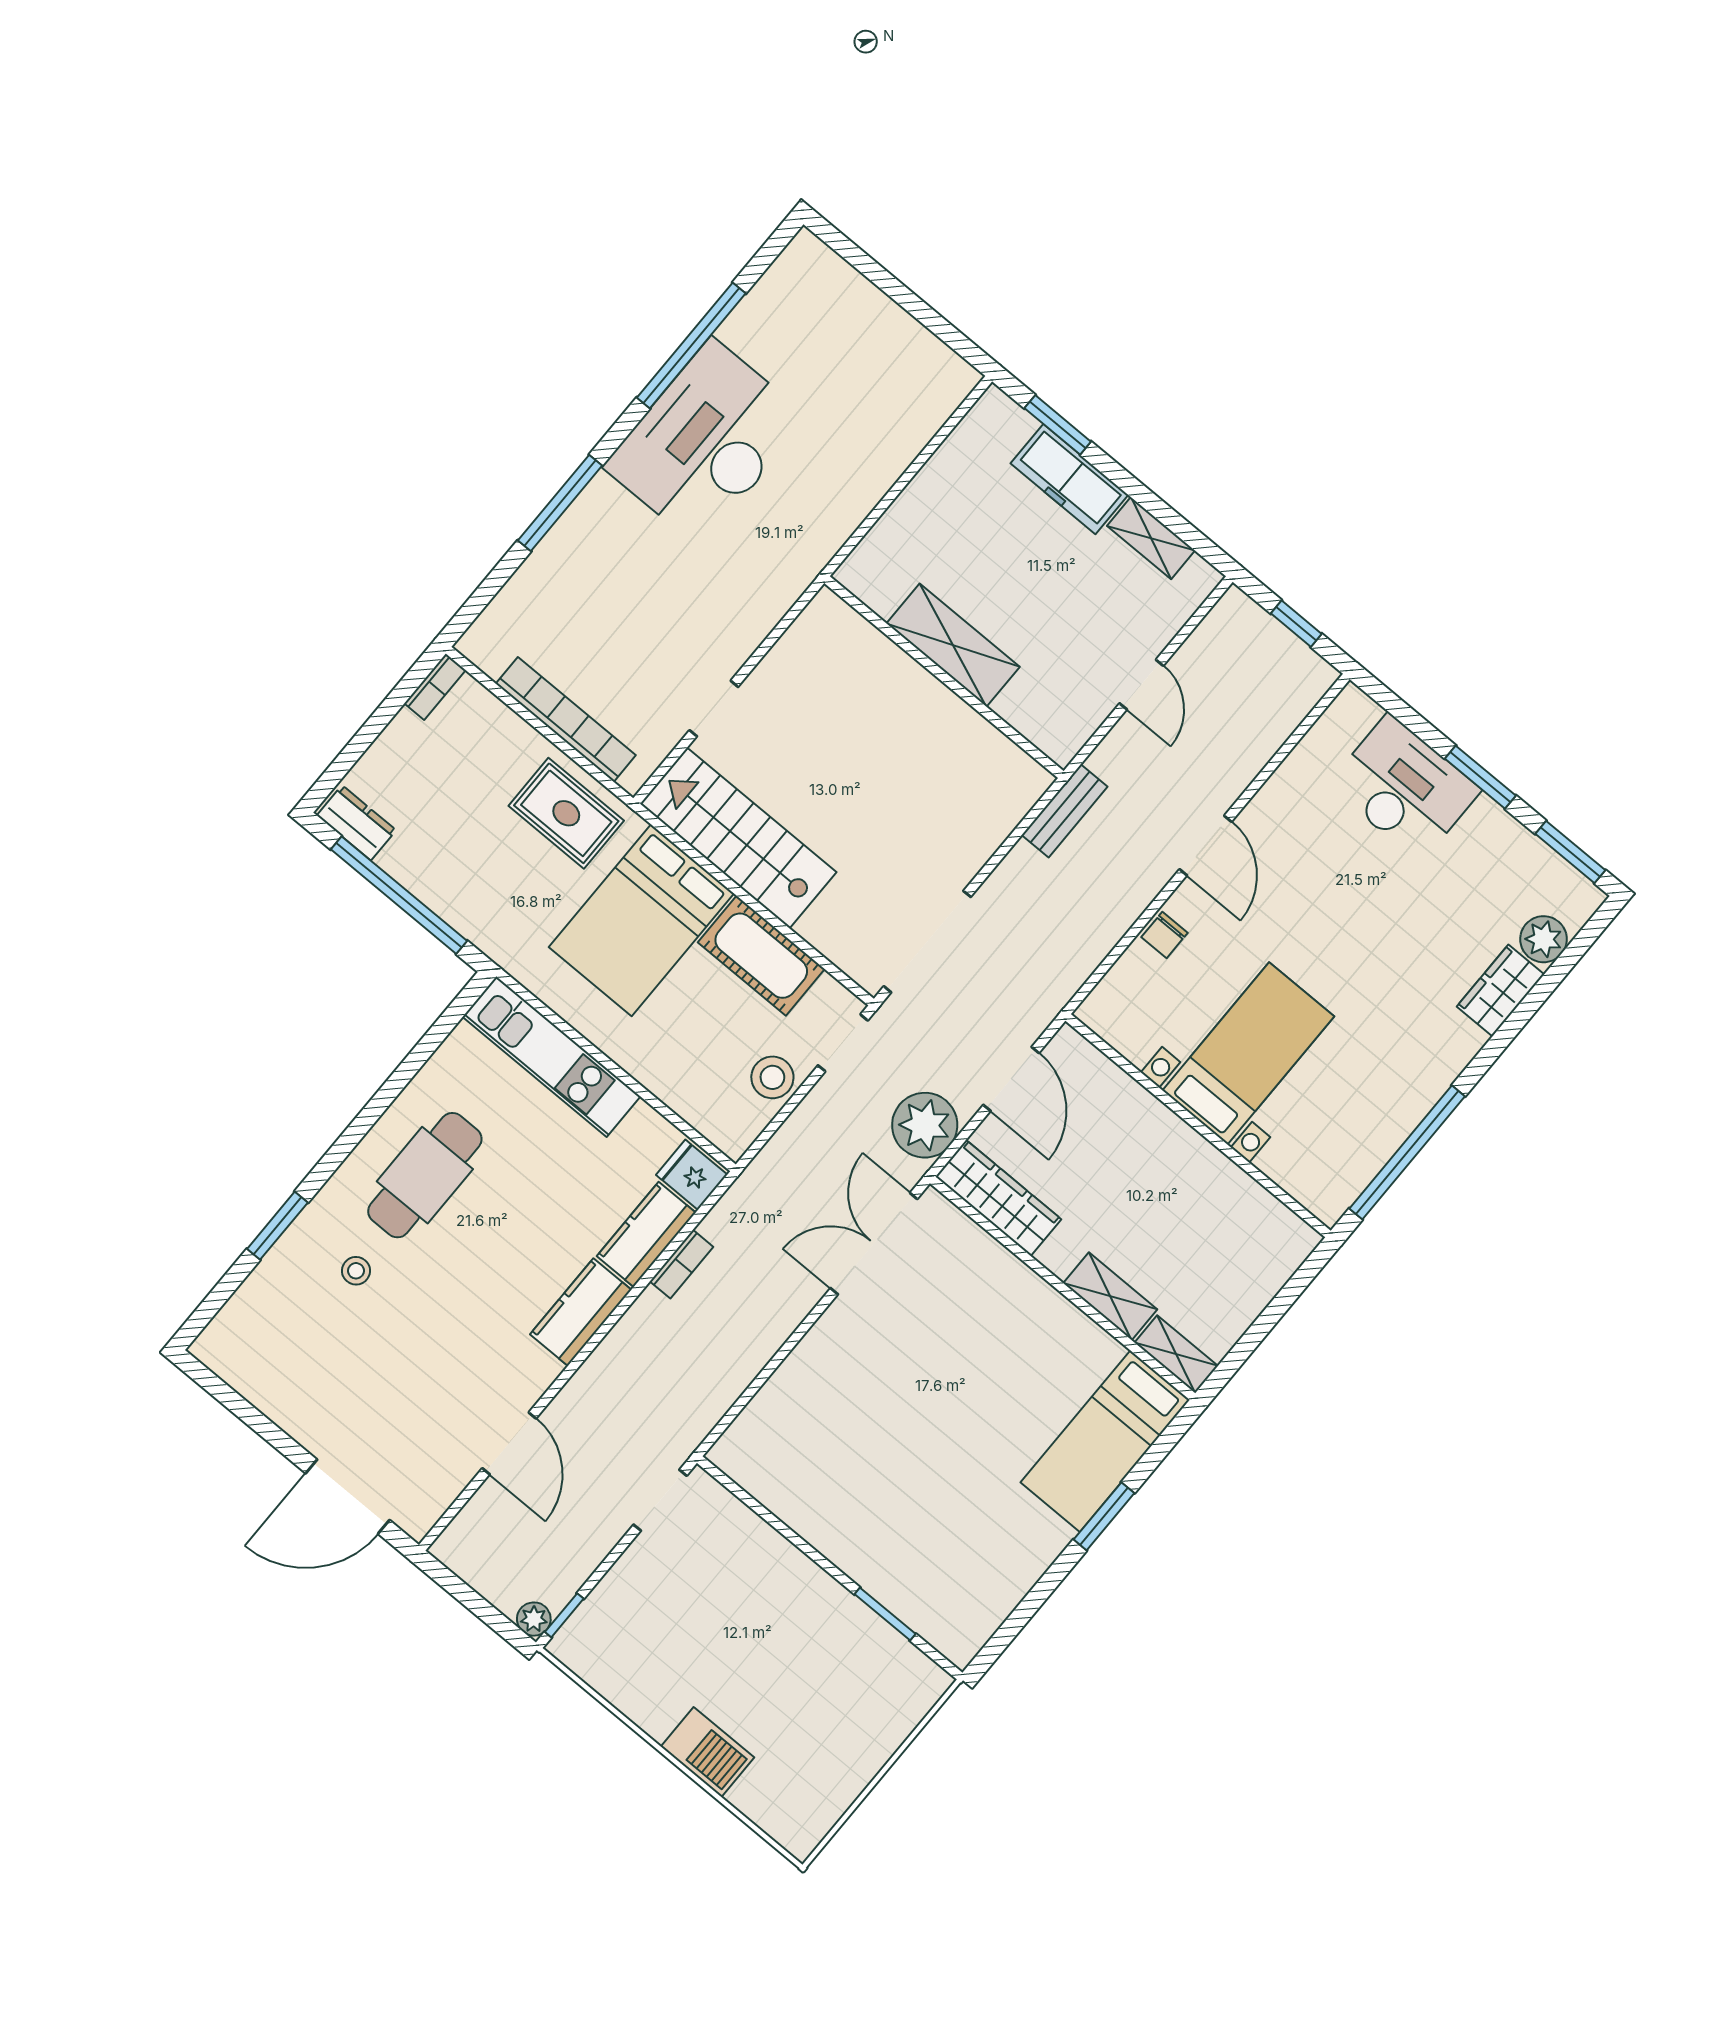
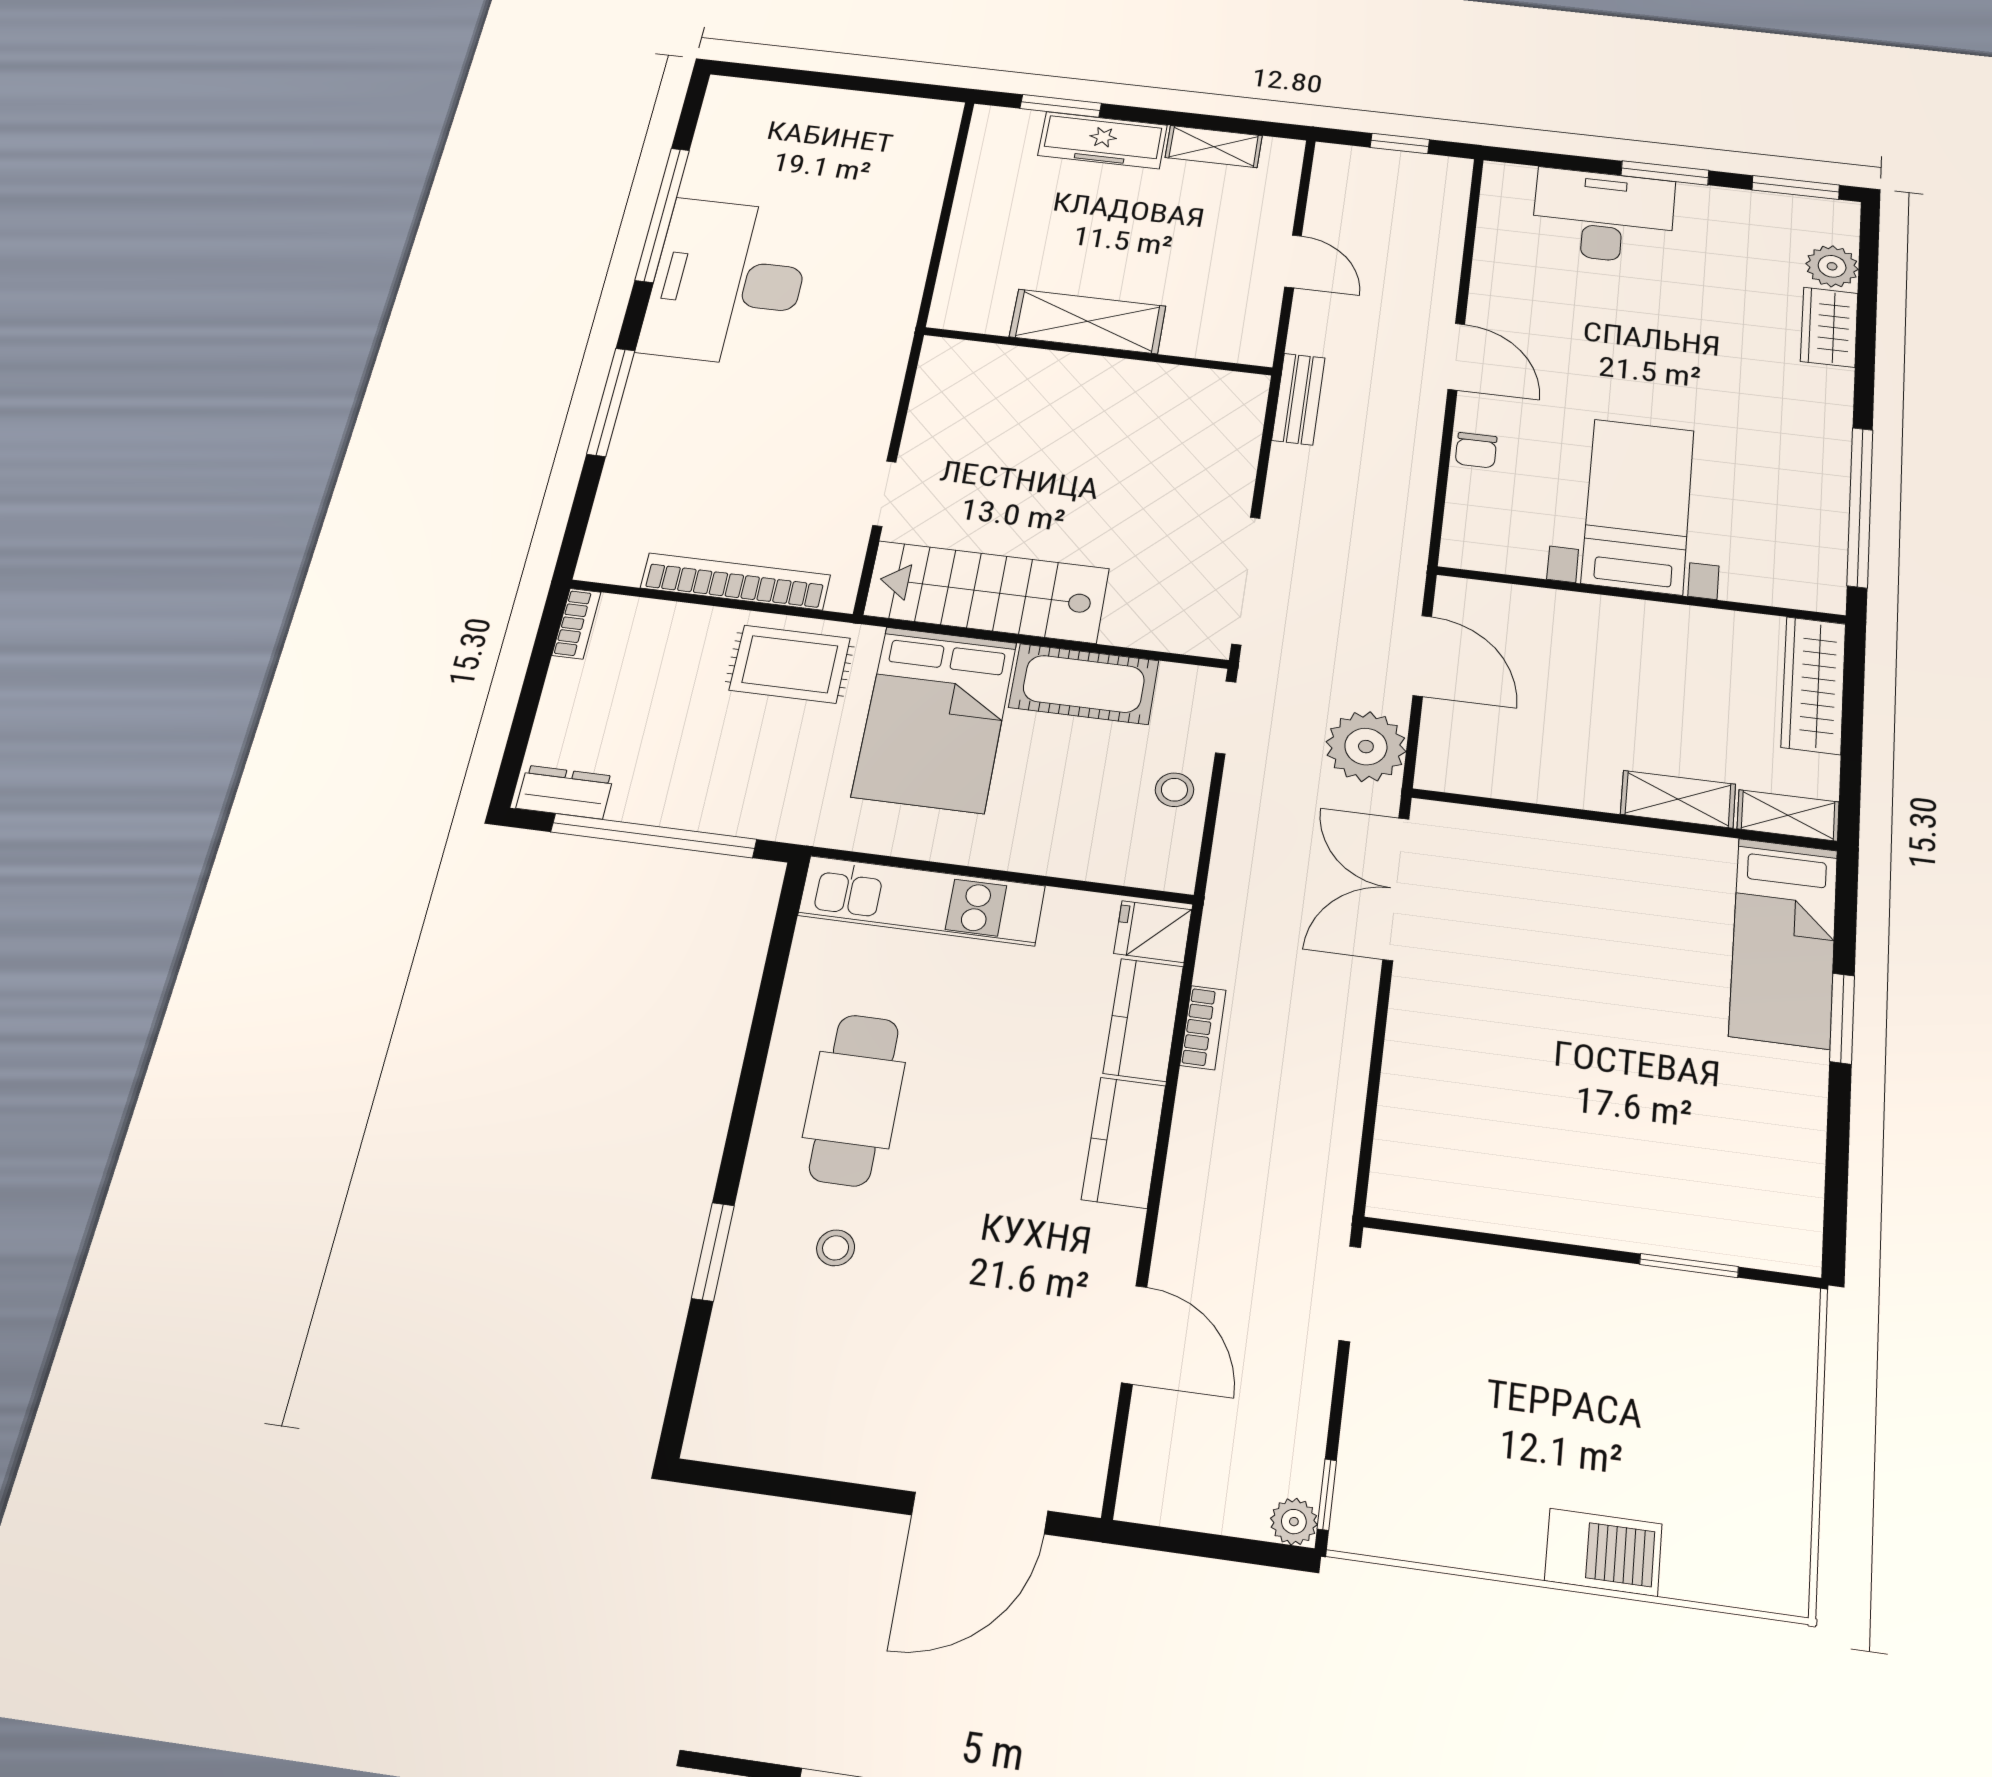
stool: (772, 1077) -> (1174, 790), width x0.73, depth x0.73
wardrobe: (998, 1198) -> (1813, 685), moved, turned -90

